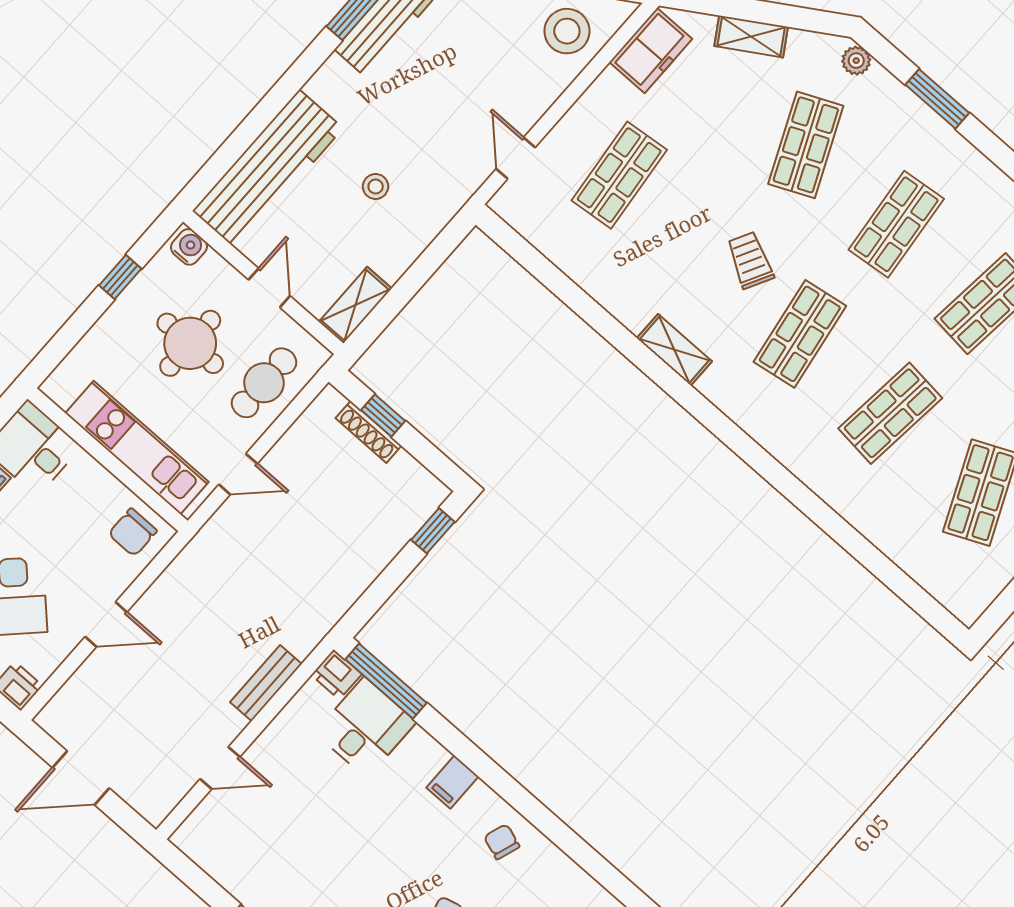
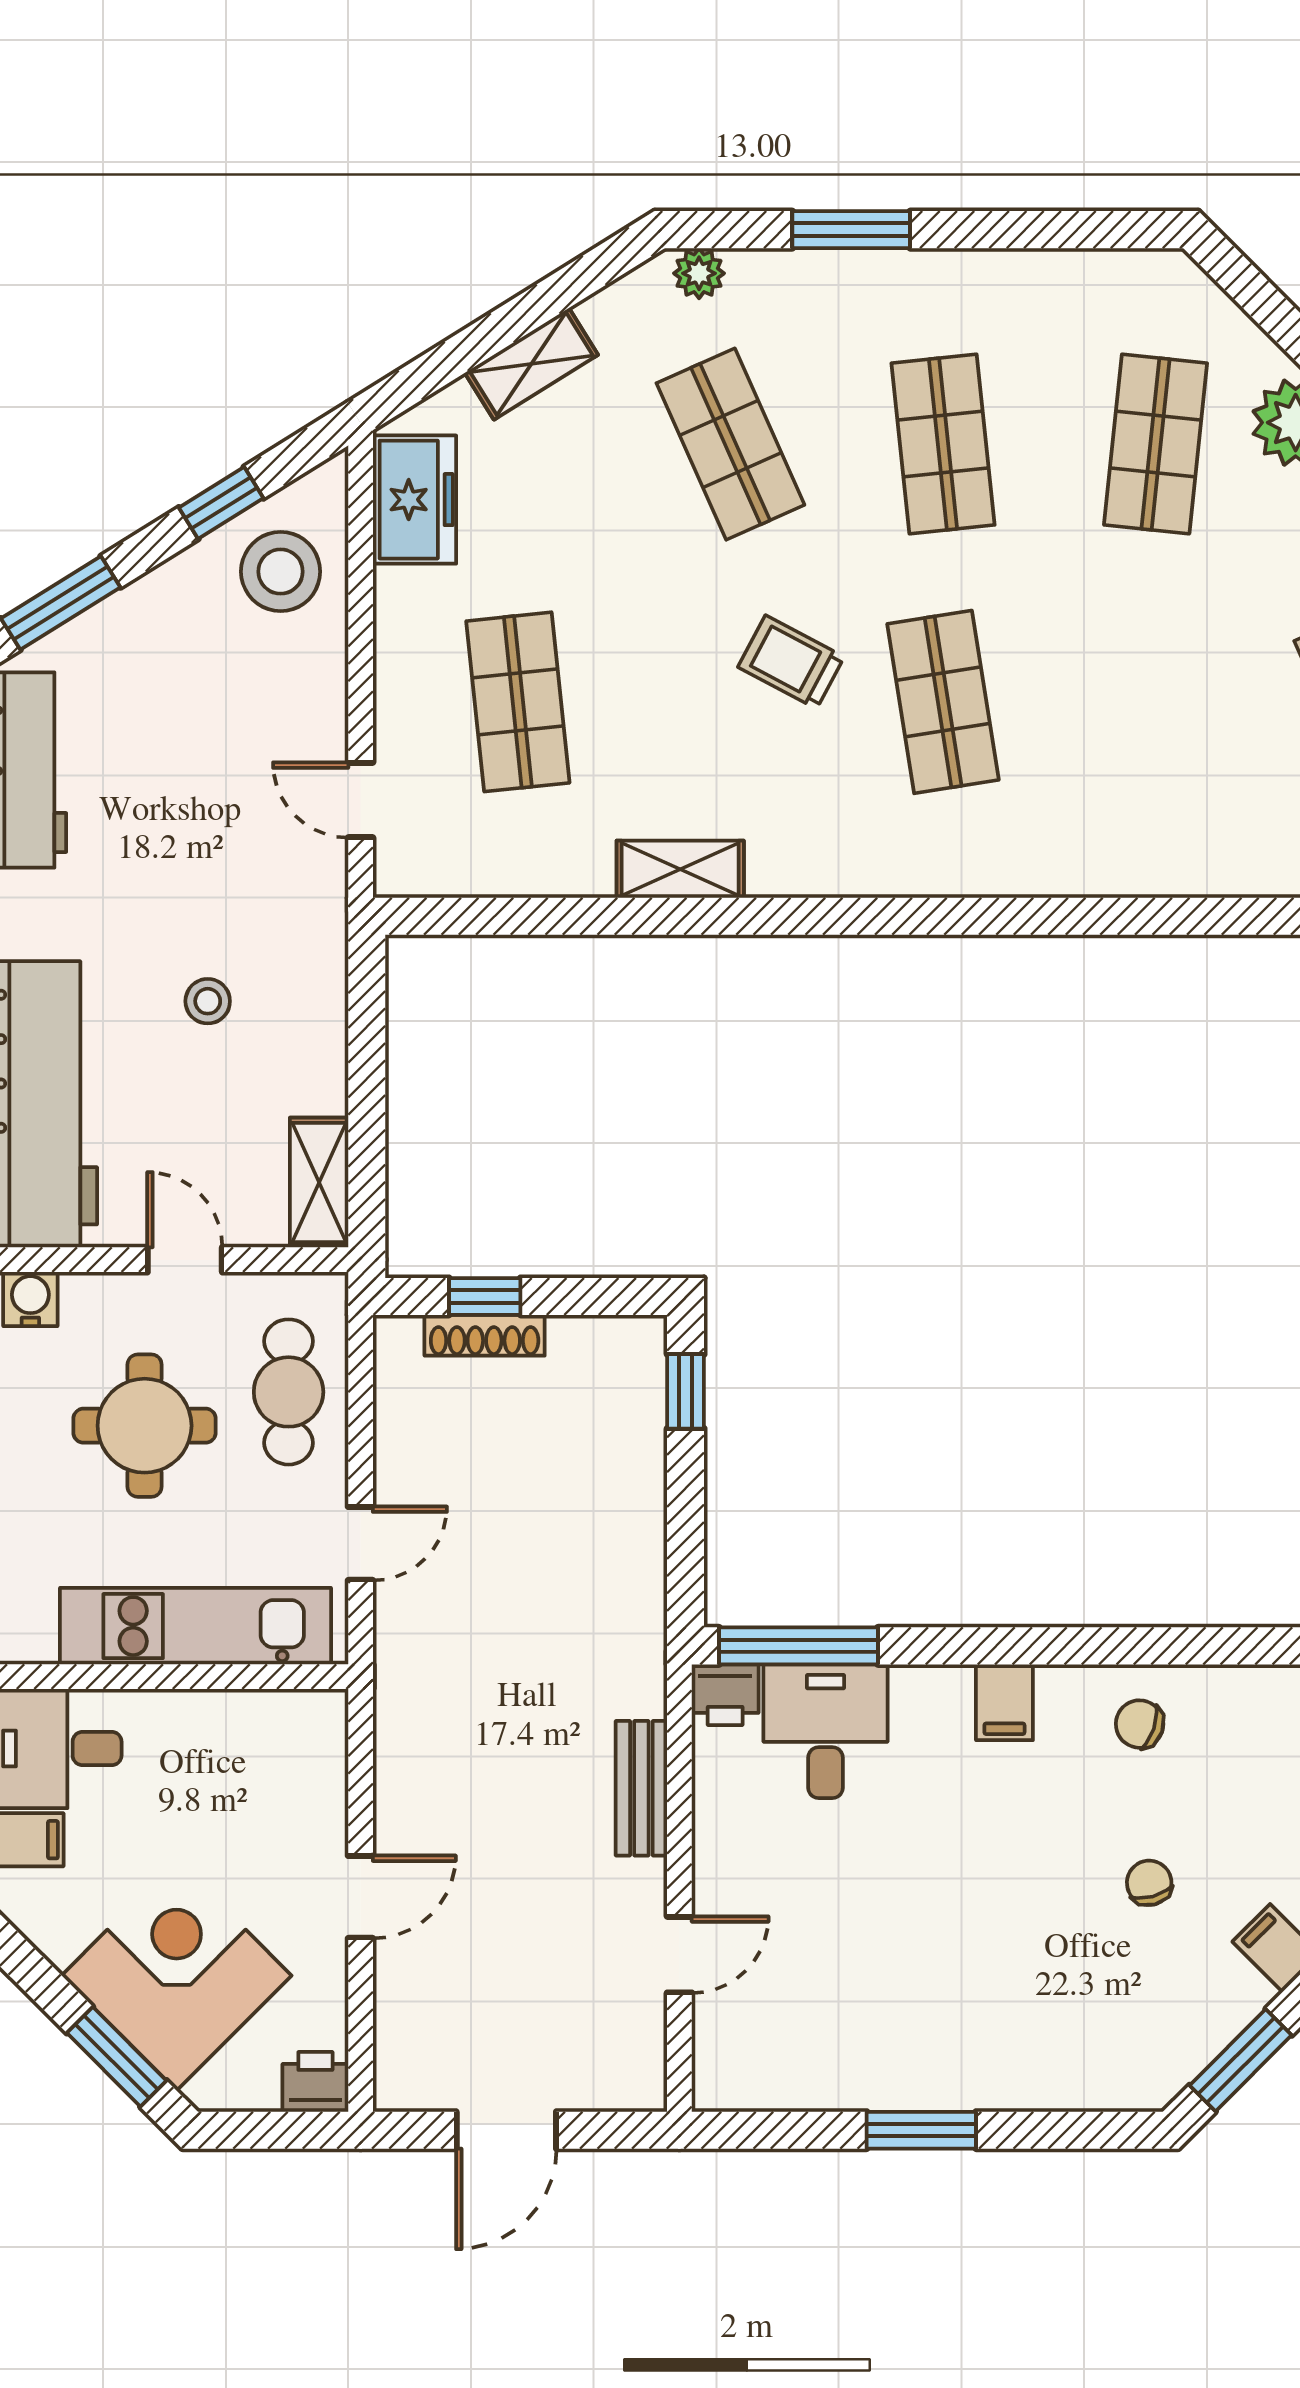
shelving: (674, 350) -> (680, 869), moved
shop shelf: (890, 413) -> (1156, 702), removed
chair: (133, 532) -> (289, 1744), removed

